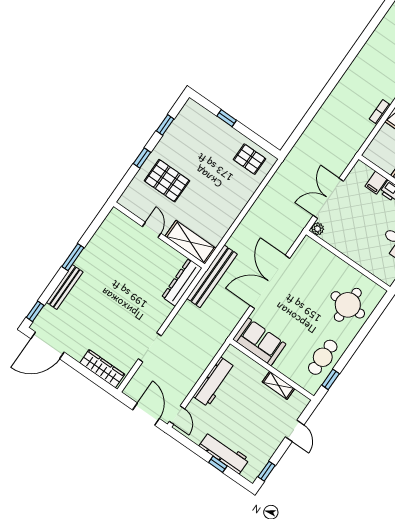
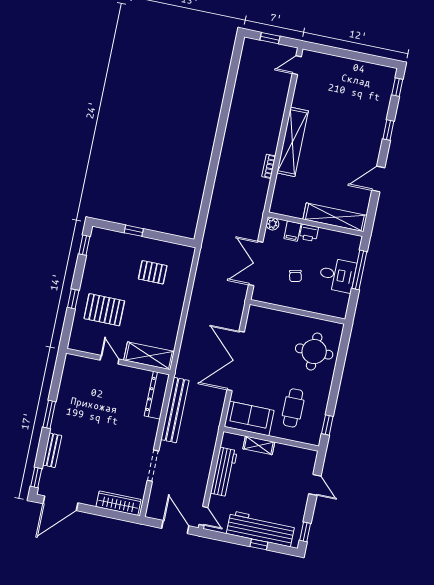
window: (165, 125) -> (84, 245), moved
pallet: (250, 159) -> (153, 272), moved
chair: (361, 226) -> (295, 276), added
plant: (318, 229) -> (273, 224), moved
bench: (212, 276) -> (175, 410), moved
bench: (65, 287) -> (52, 450), width x0.73
cafe table: (323, 357) -> (293, 408), moved
shelving: (278, 385) -> (259, 445), moved
workbench: (224, 453) -> (261, 529), width x1.36, depth x1.32

